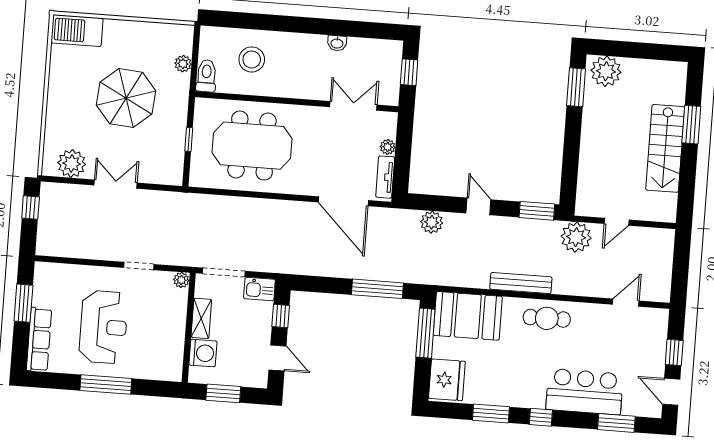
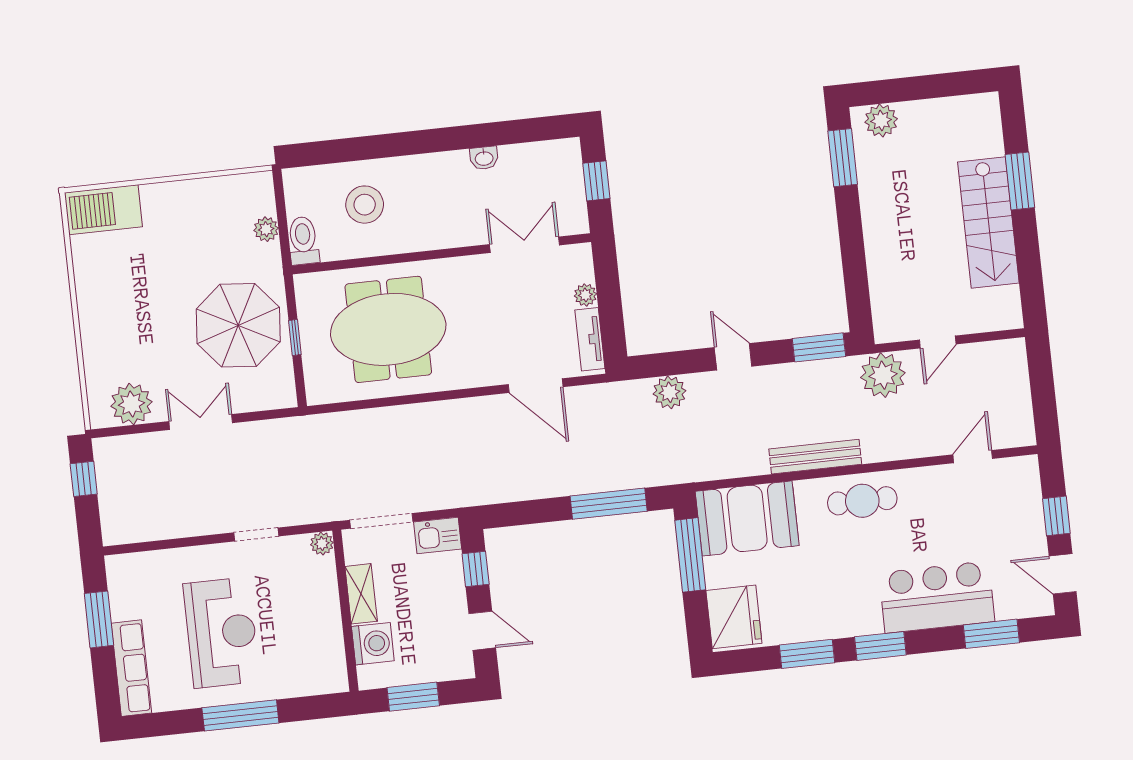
plant: (606, 71) -> (881, 120), width x0.73, depth x0.73
parasol: (126, 98) -> (238, 325), moved
door: (343, 201) -> (536, 386), width x0.73
window: (541, 417) -> (880, 646), width x1.50

